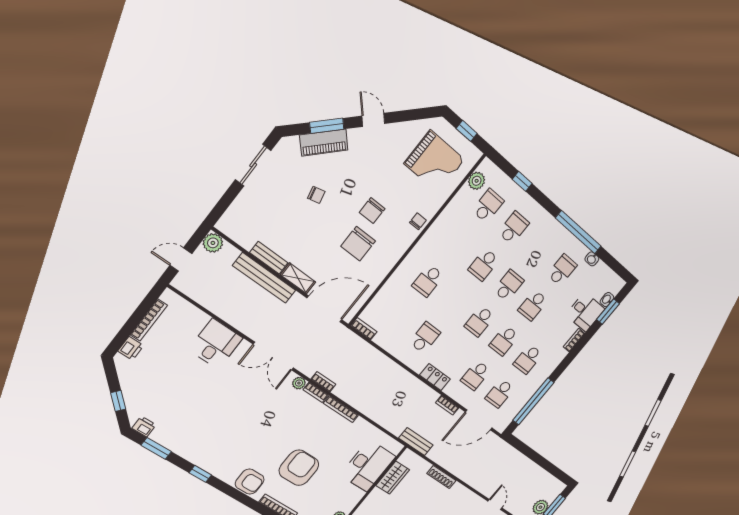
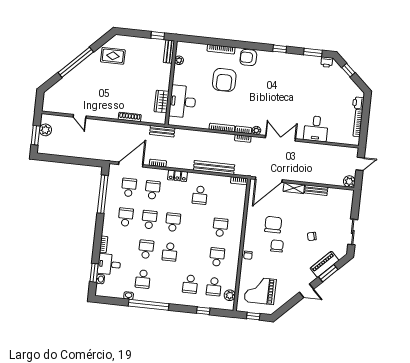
school desk: (484, 265) -> (217, 257), moved
bench: (264, 278) -> (214, 167), moved

